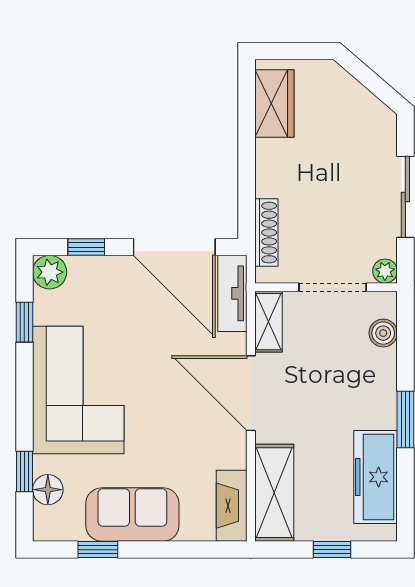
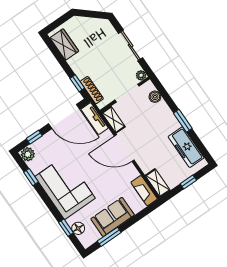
window: (247, 199) -> (77, 83), added
shelving: (274, 493) -> (158, 183), width x0.67, depth x0.75
window: (98, 550) -> (109, 237), width x1.50

